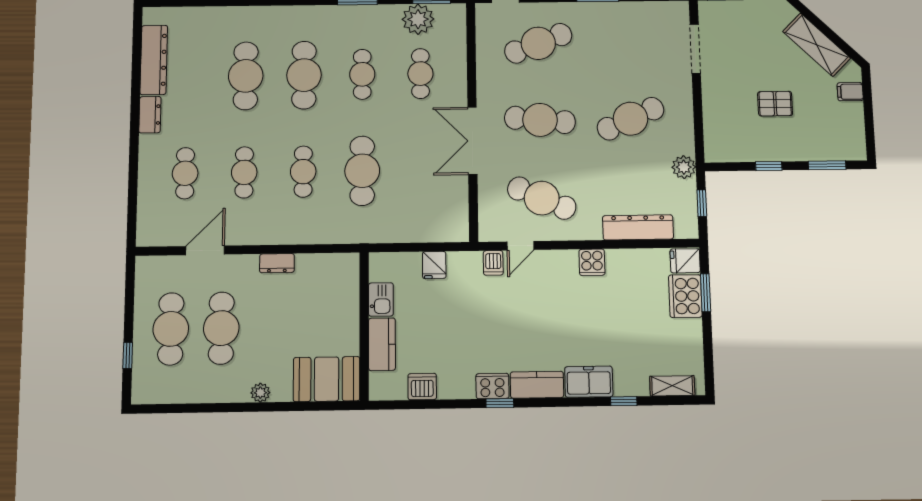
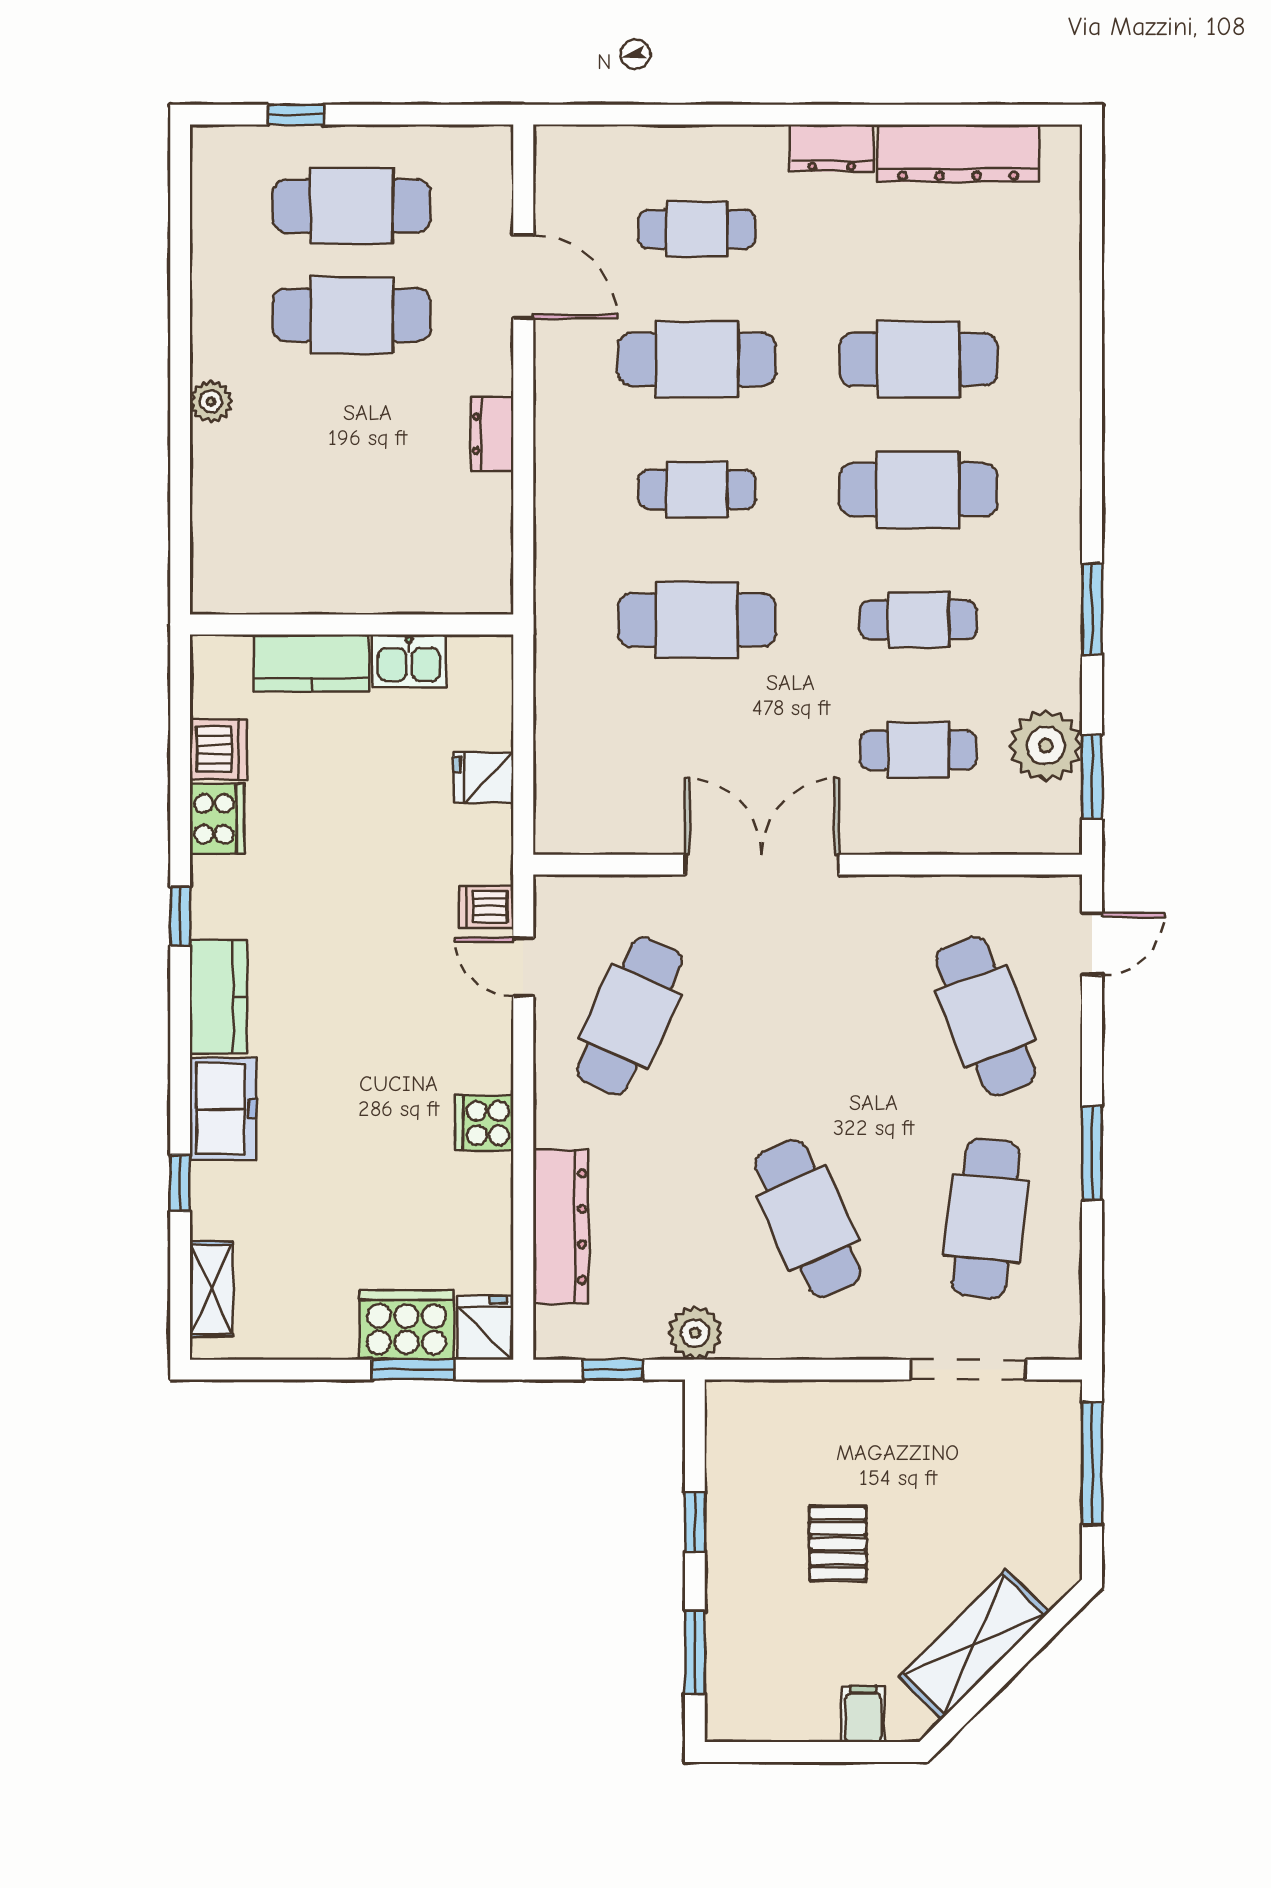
cafe table: (540, 120) -> (986, 1218), moved
cafe table: (244, 172) -> (697, 359), width x1.37, depth x1.35
booth: (327, 379) -> (238, 543), removed
cooker: (492, 386) -> (217, 819), moved

